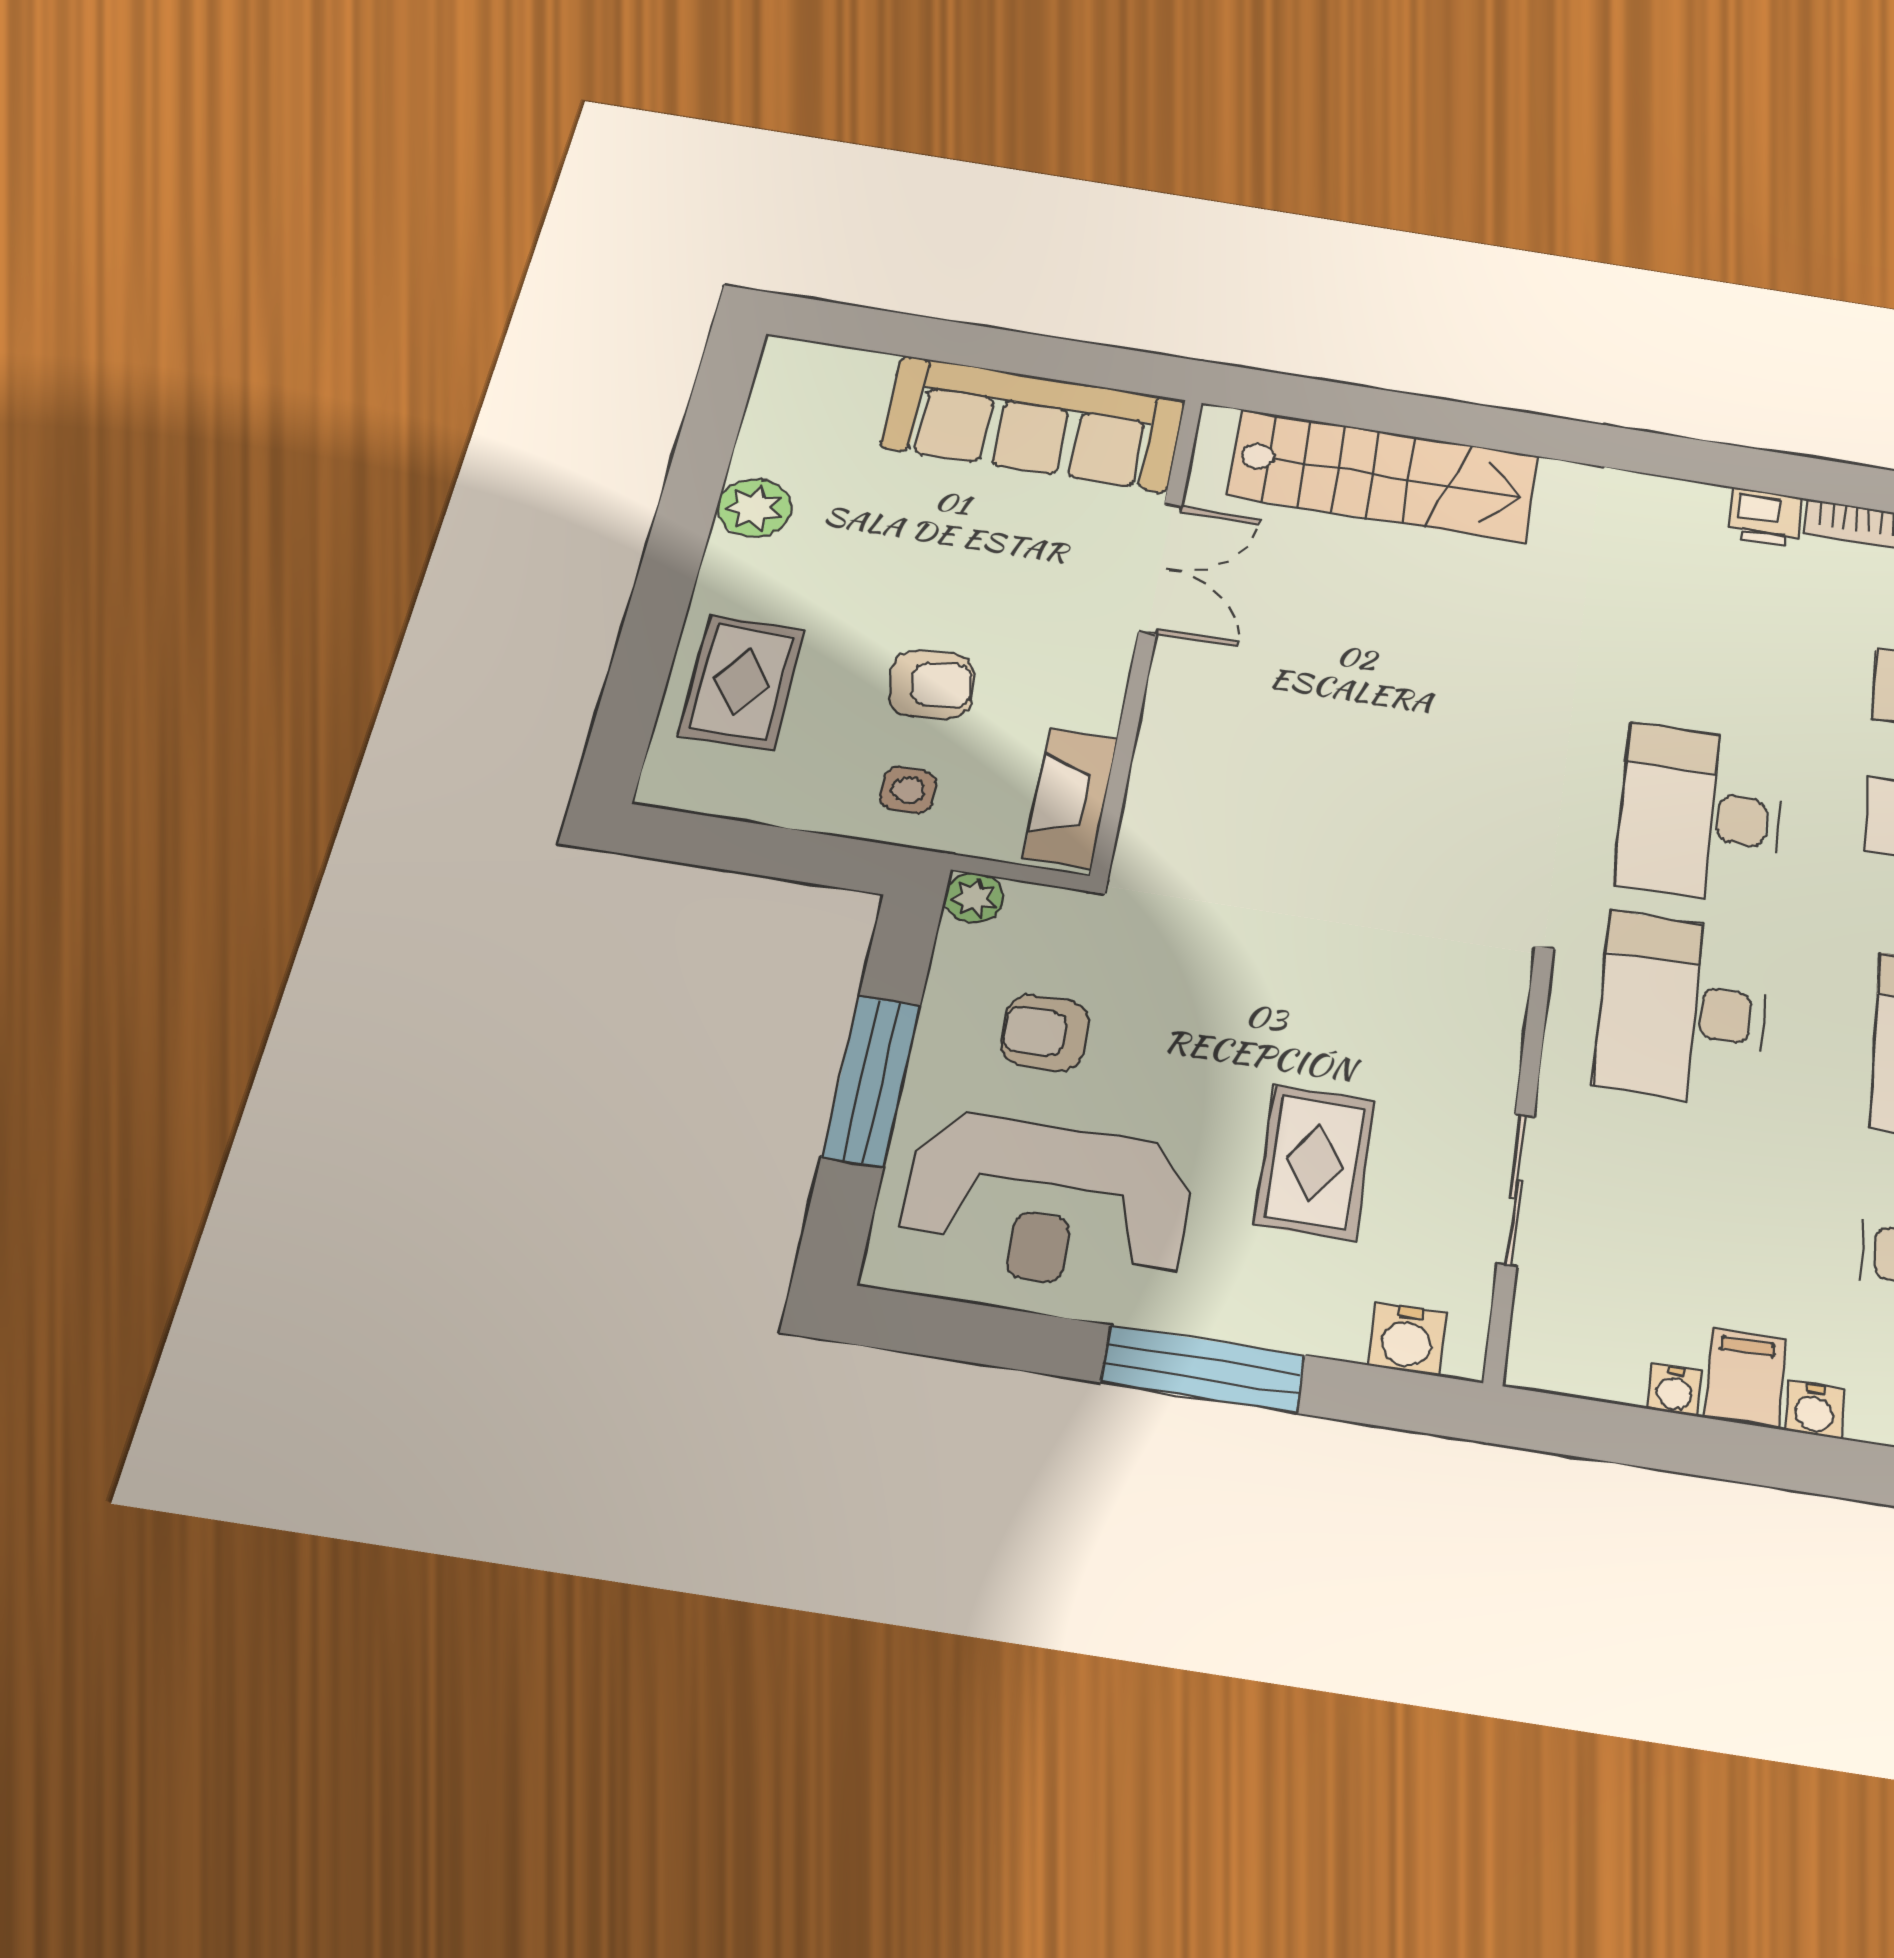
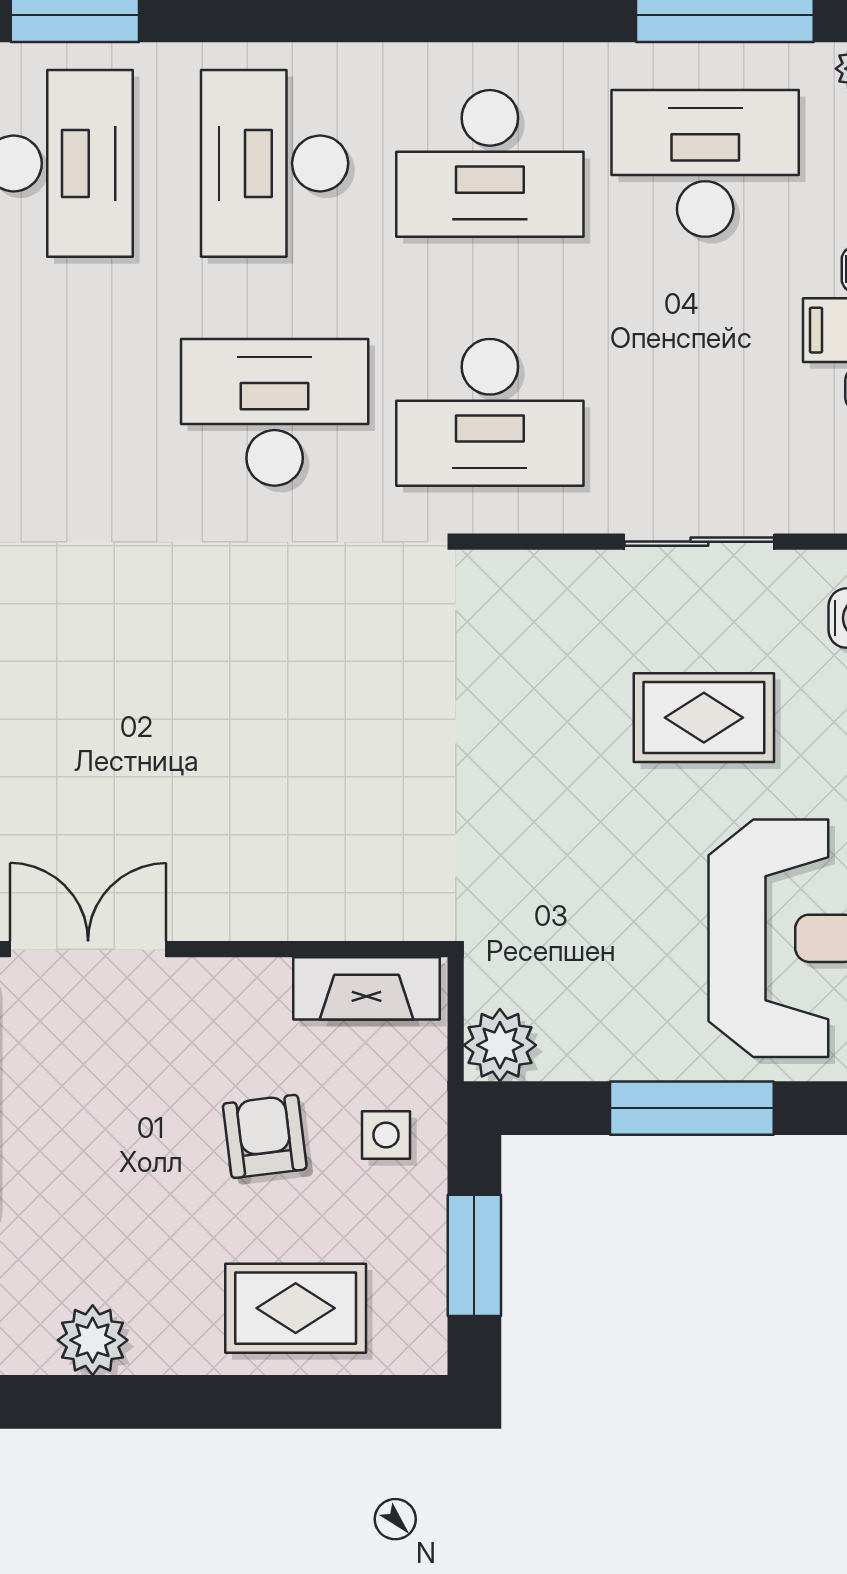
desk: (1700, 814) -> (275, 412), turned 180
window: (757, 849) -> (474, 1255), added
plant: (974, 898) -> (500, 1045), width x1.38, depth x1.38
armchair: (1045, 1033) -> (617, 969), removed

